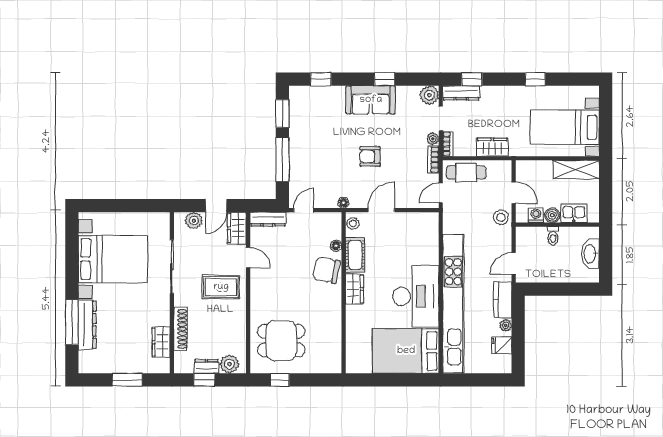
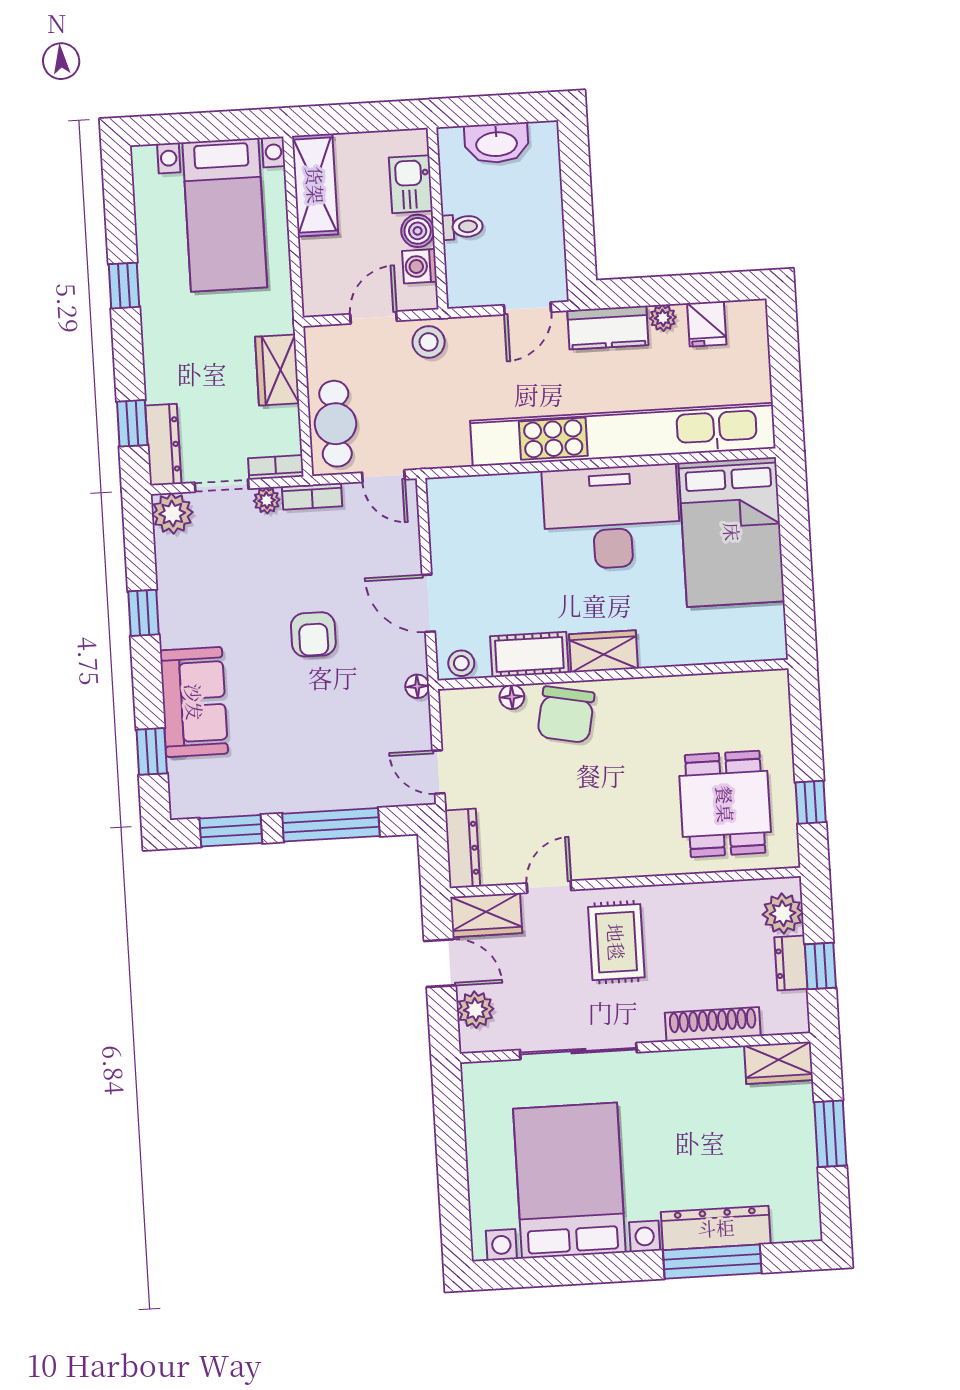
sofa: (371, 100) -> (194, 702), moved
door: (514, 264) -> (528, 308), hinge flipped
wardrobe: (161, 342) -> (779, 1063), moved

